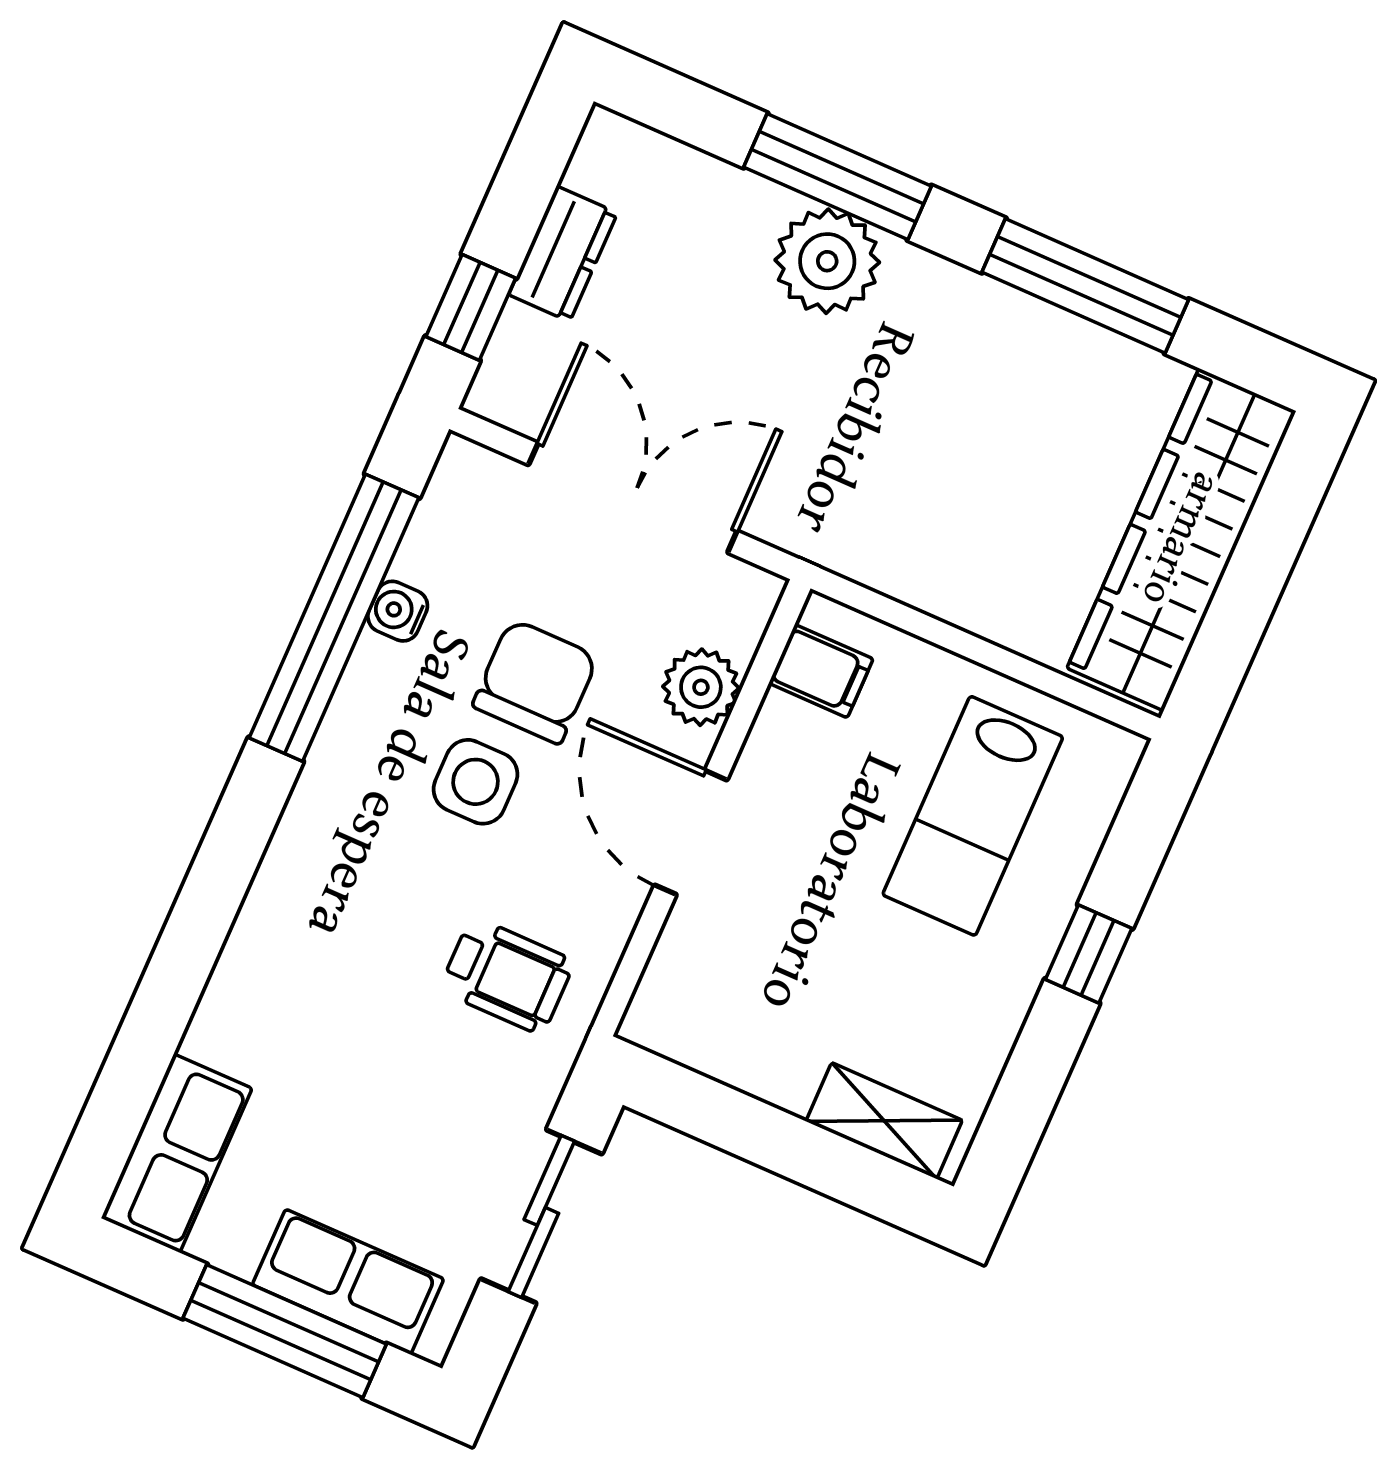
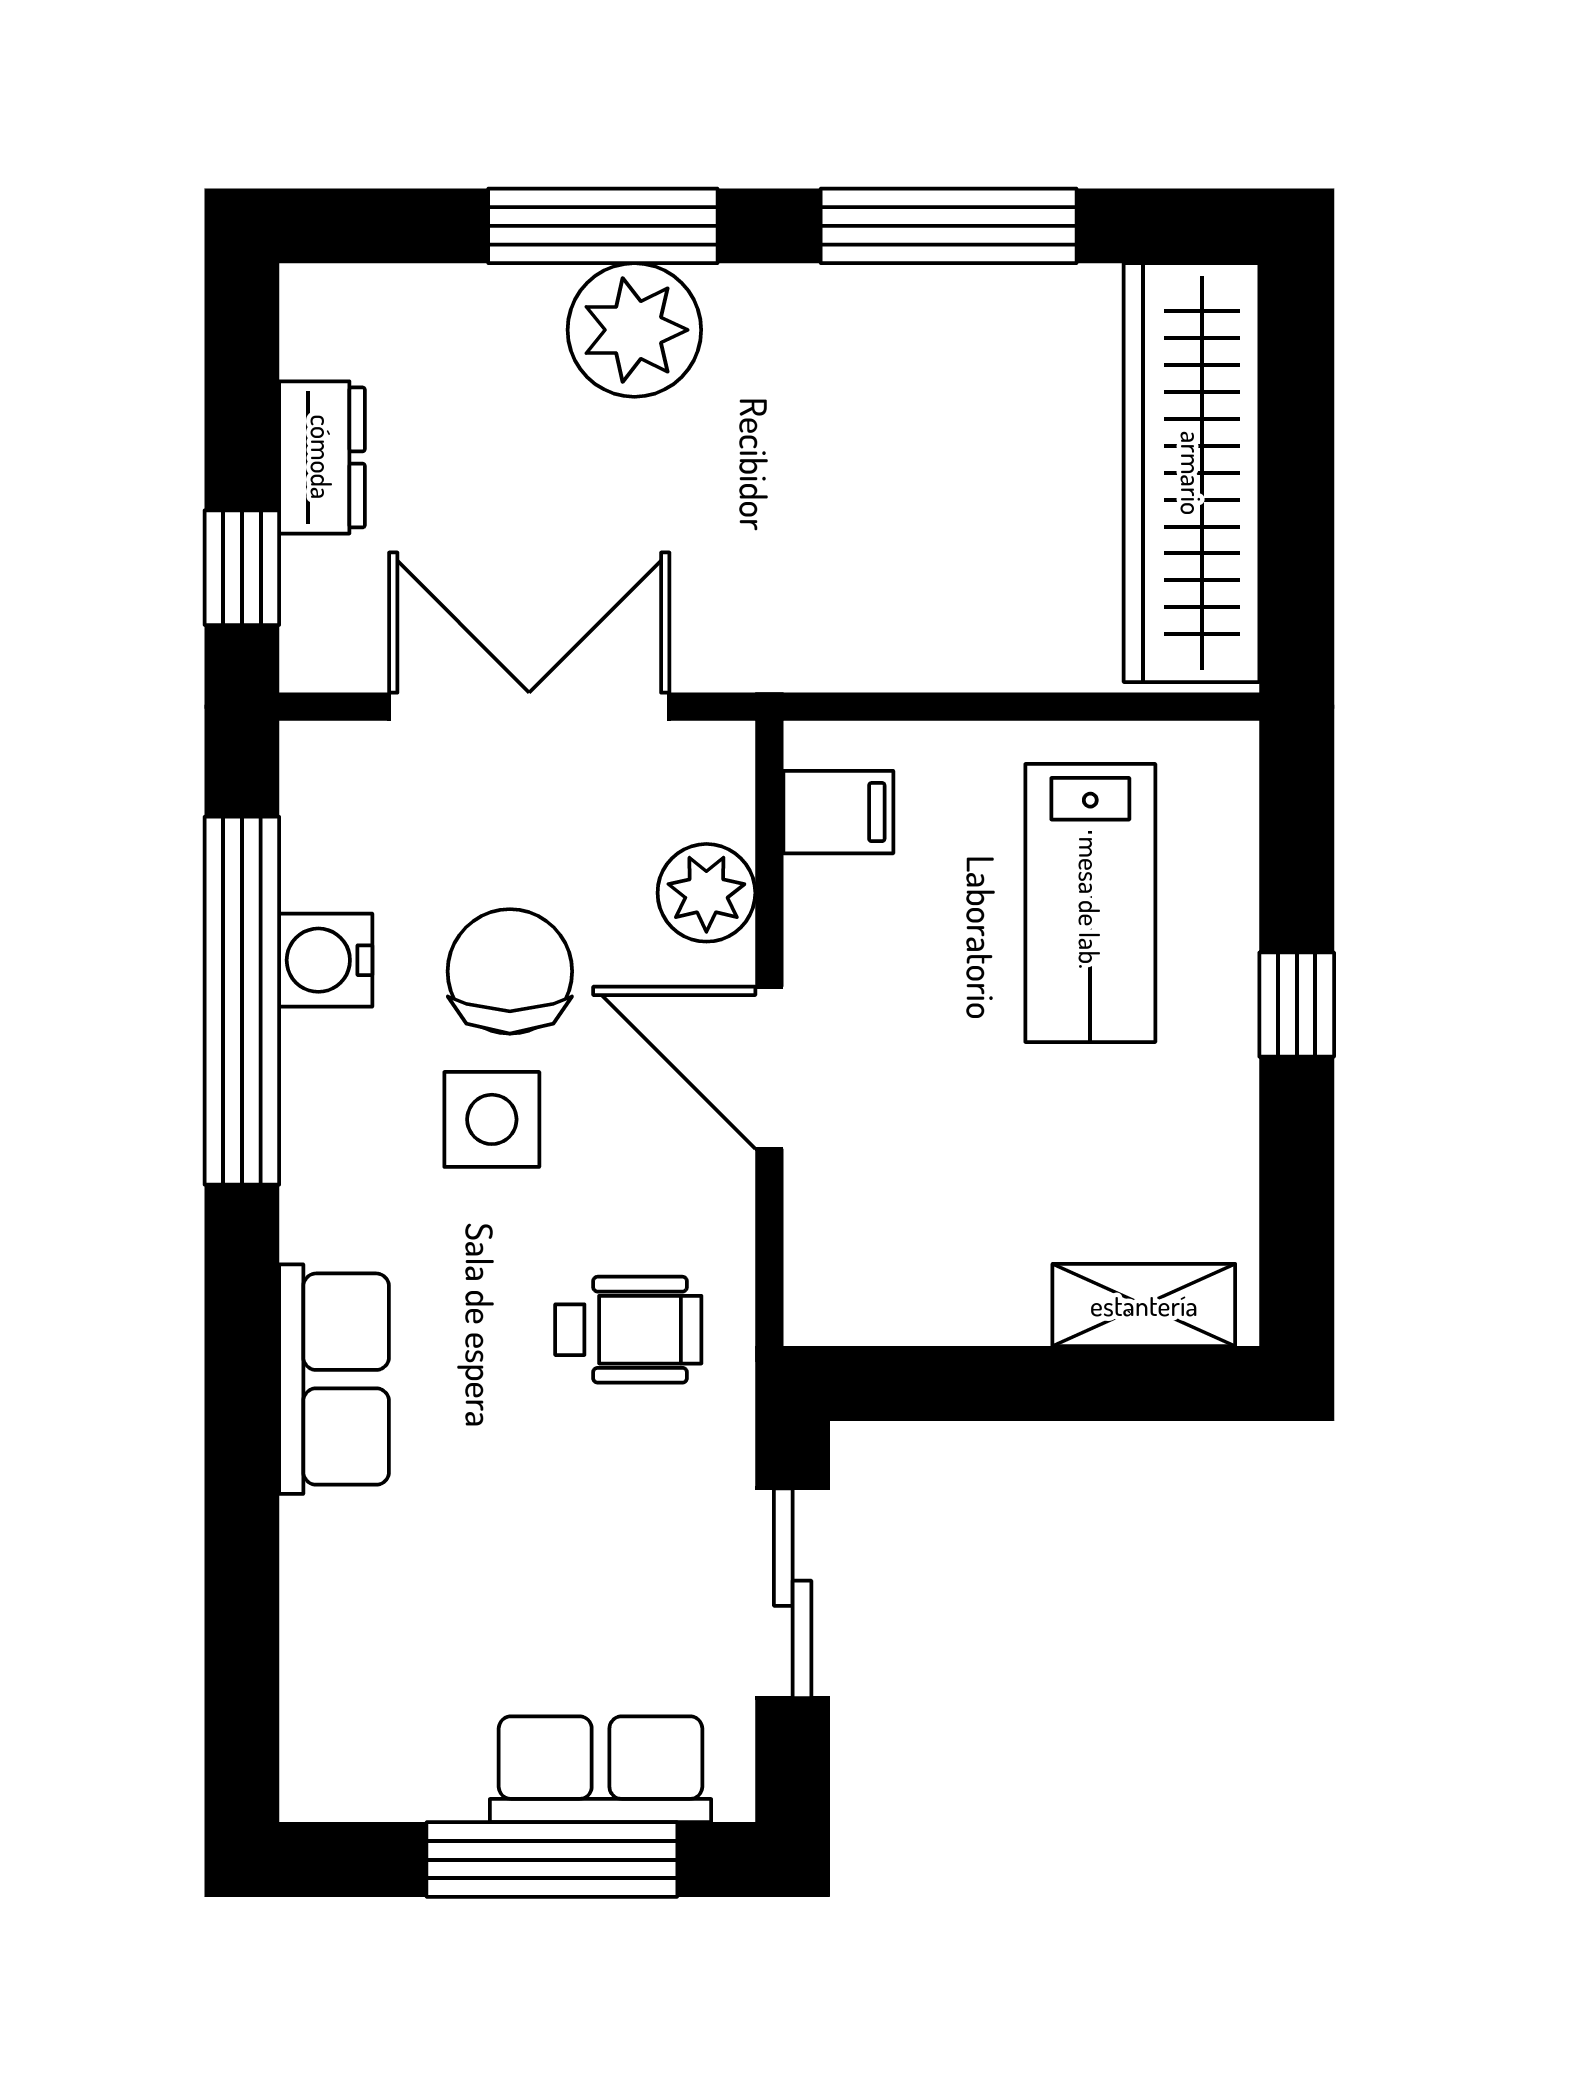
water cooler: (398, 611) -> (326, 960), width x1.38, depth x1.38
row of seats: (177, 1153) -> (334, 1379), moved

